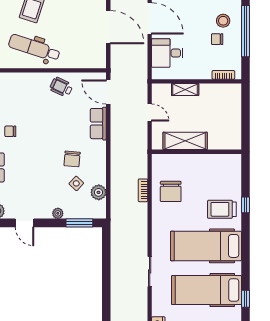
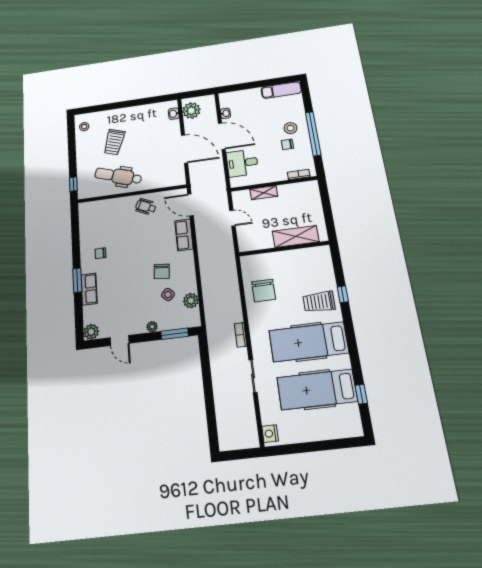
shelving: (185, 141) -> (296, 236), moved
bookcase: (143, 190) -> (241, 335), moved

